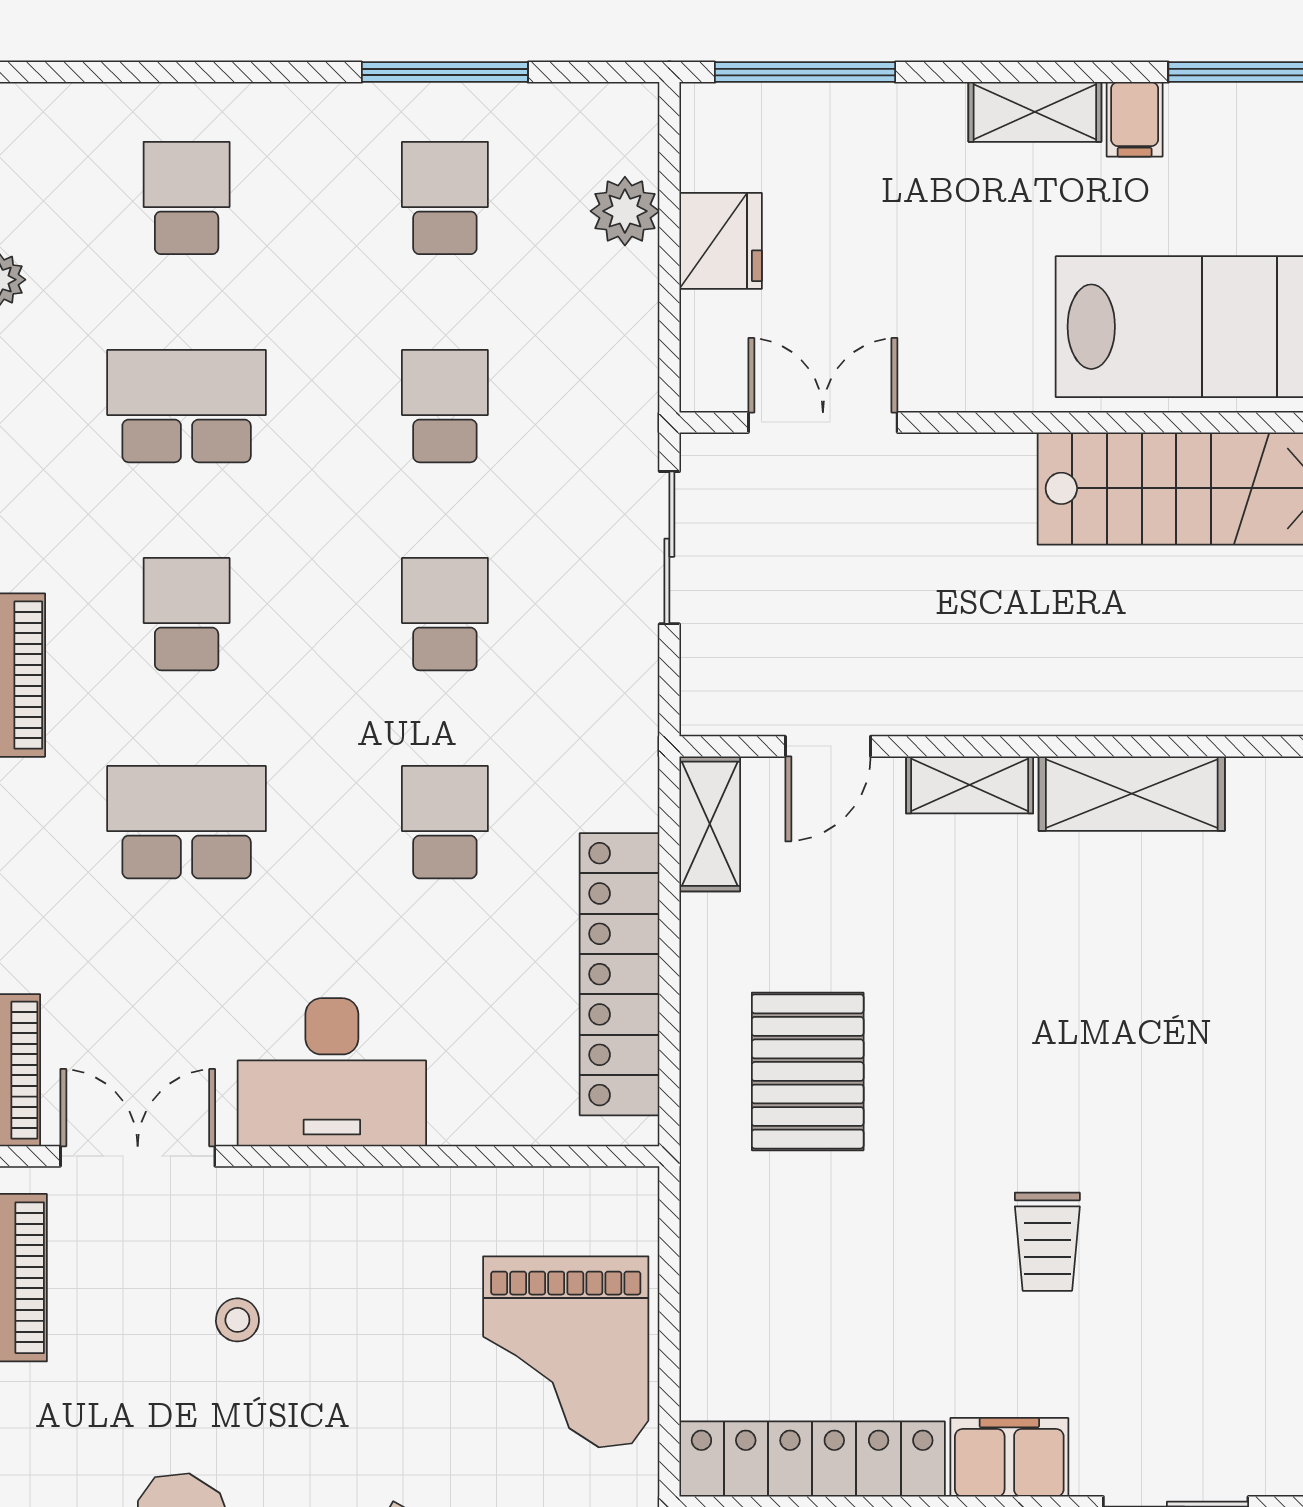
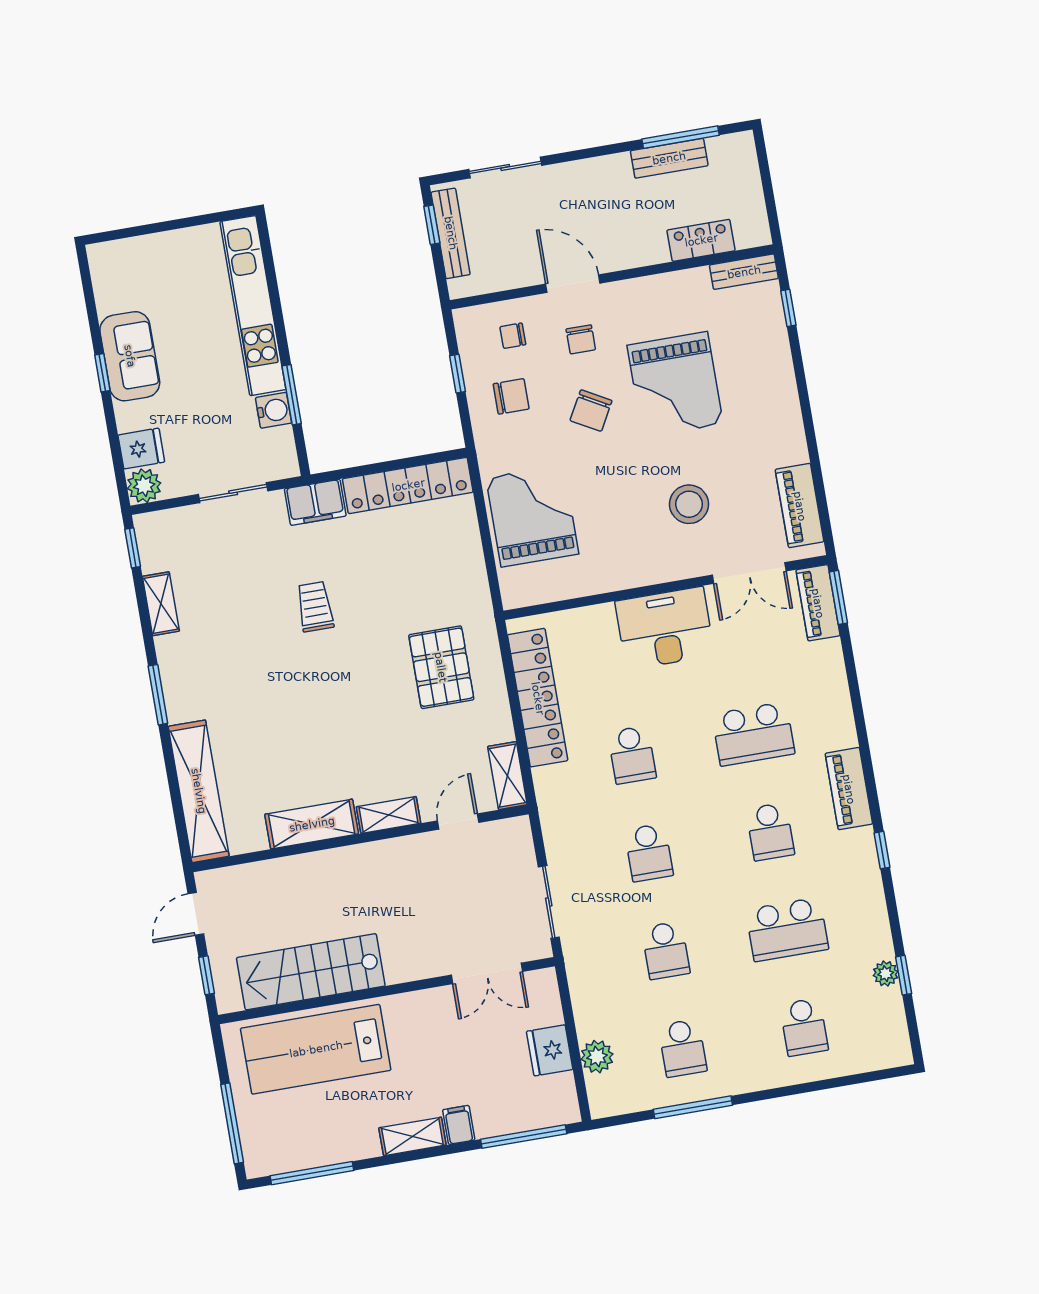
filing cabinet: (1135, 119) -> (459, 1125), moved
stool: (237, 1320) -> (689, 504), width x1.89, depth x1.89

